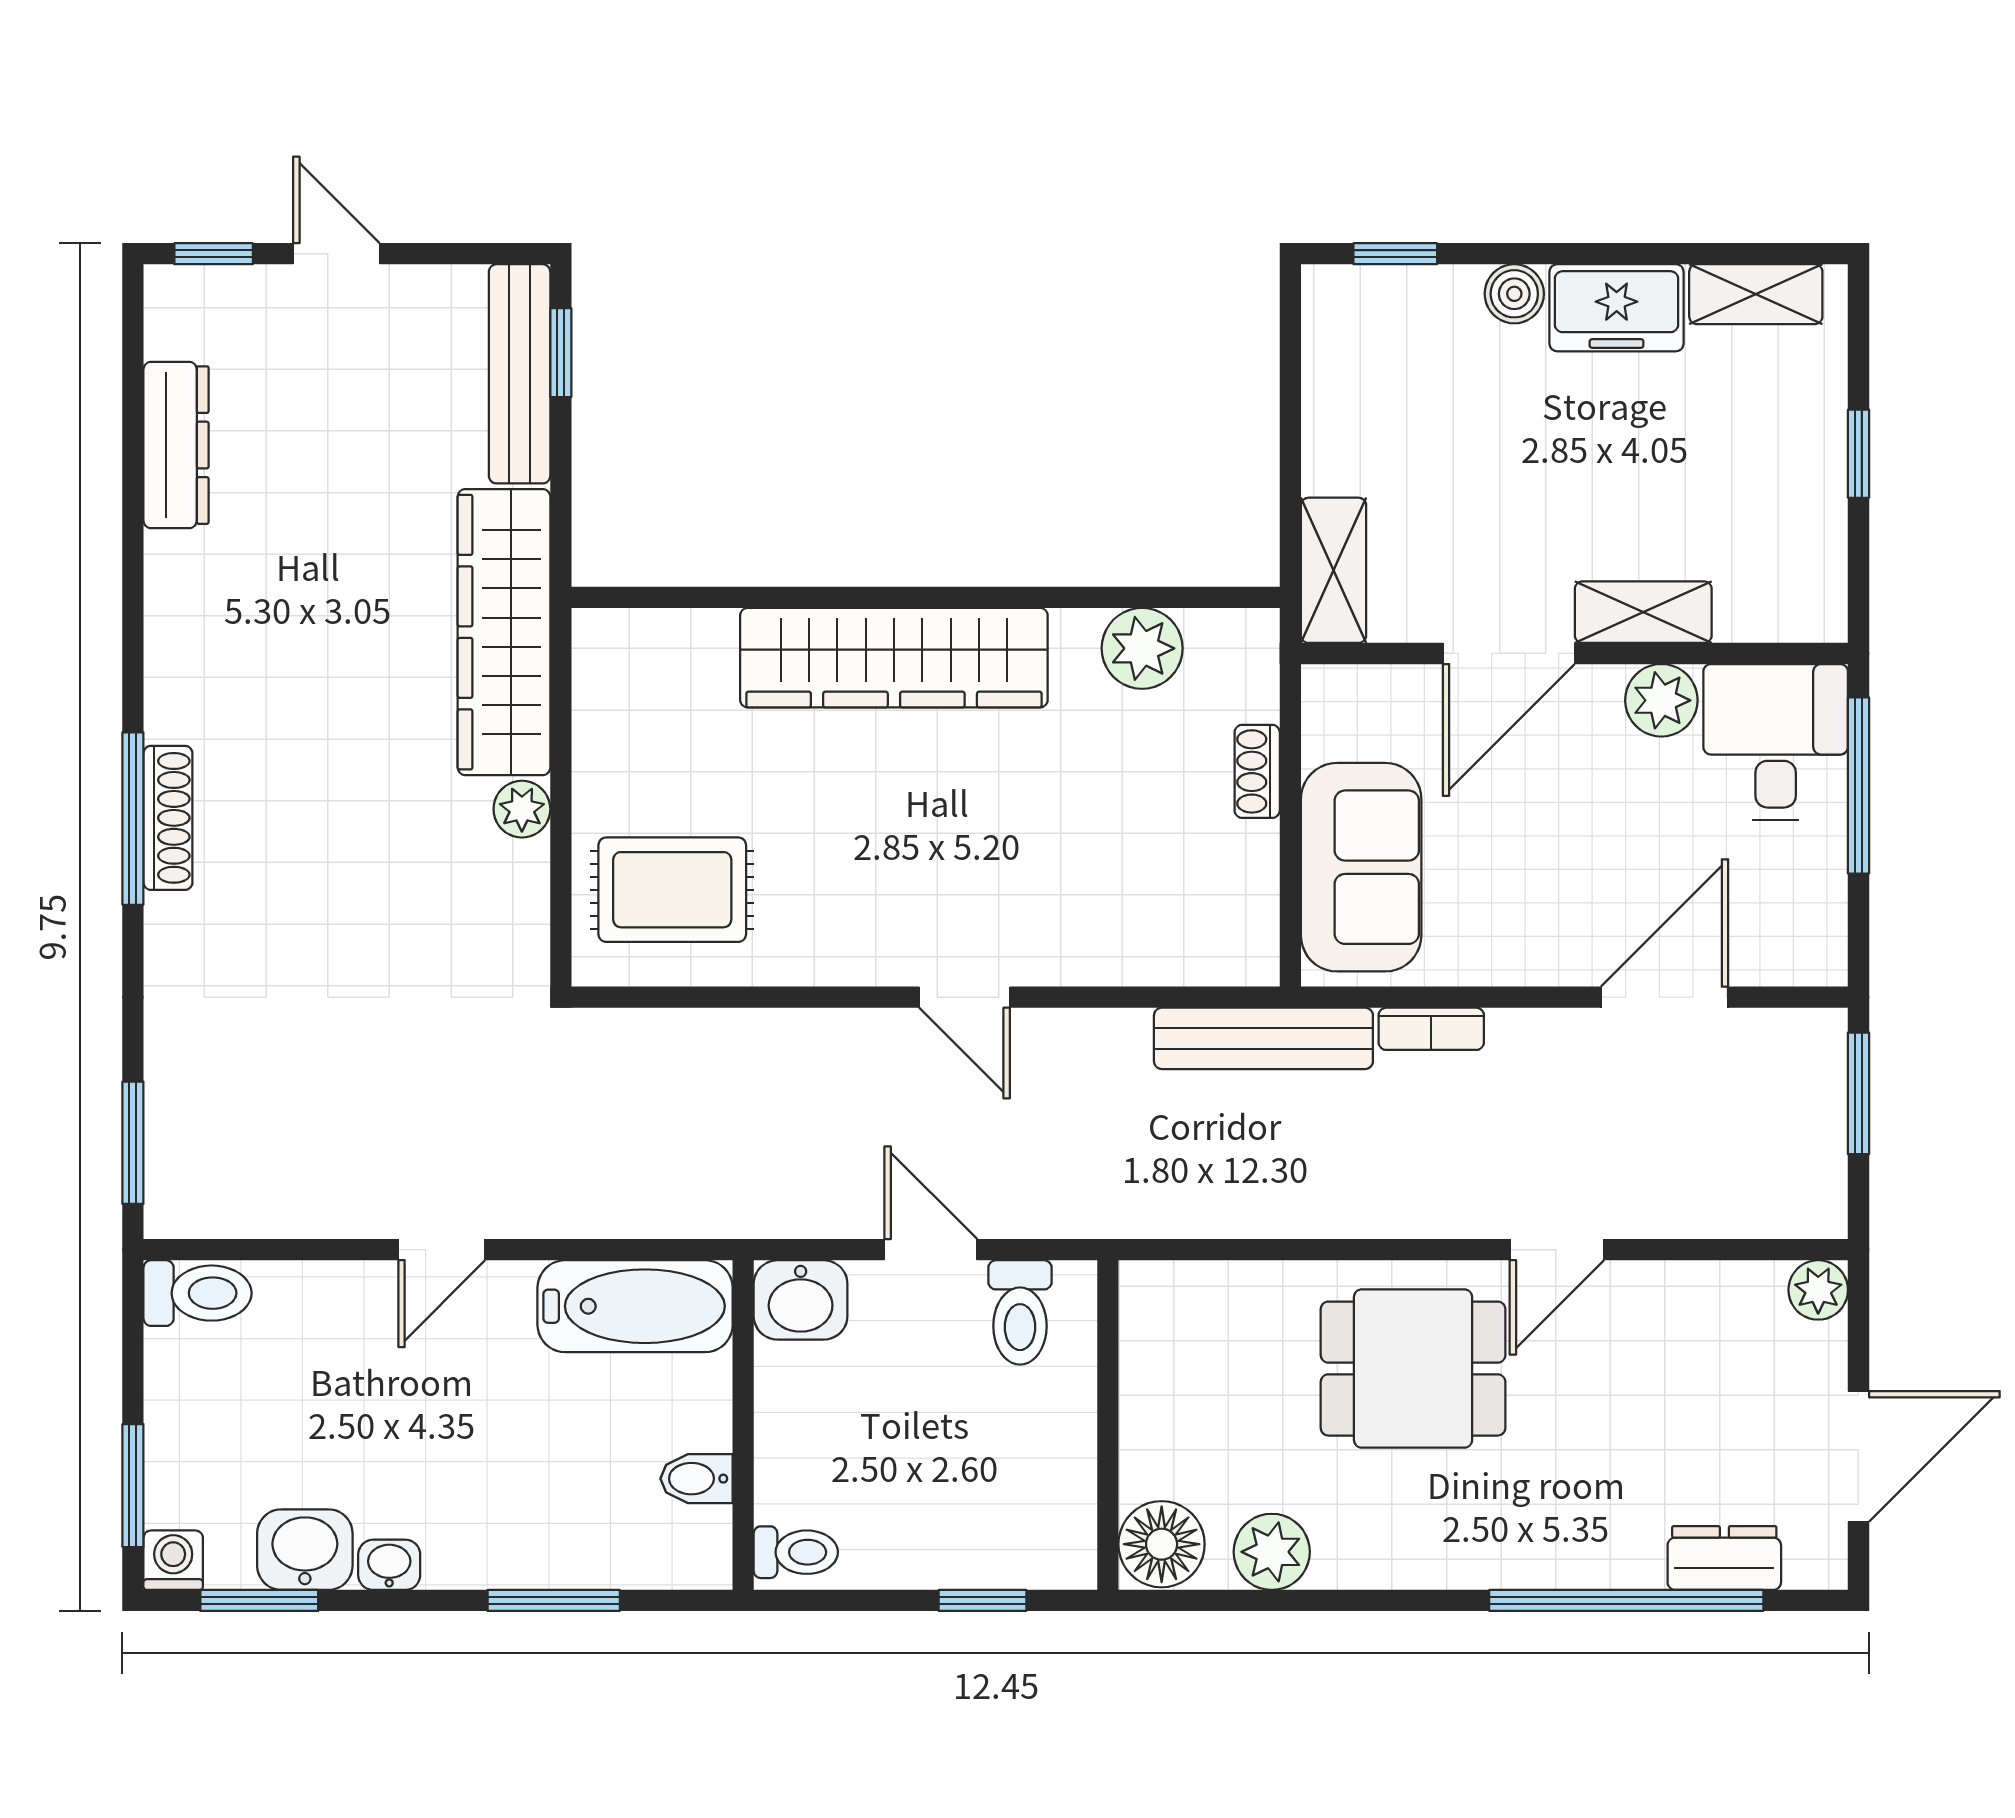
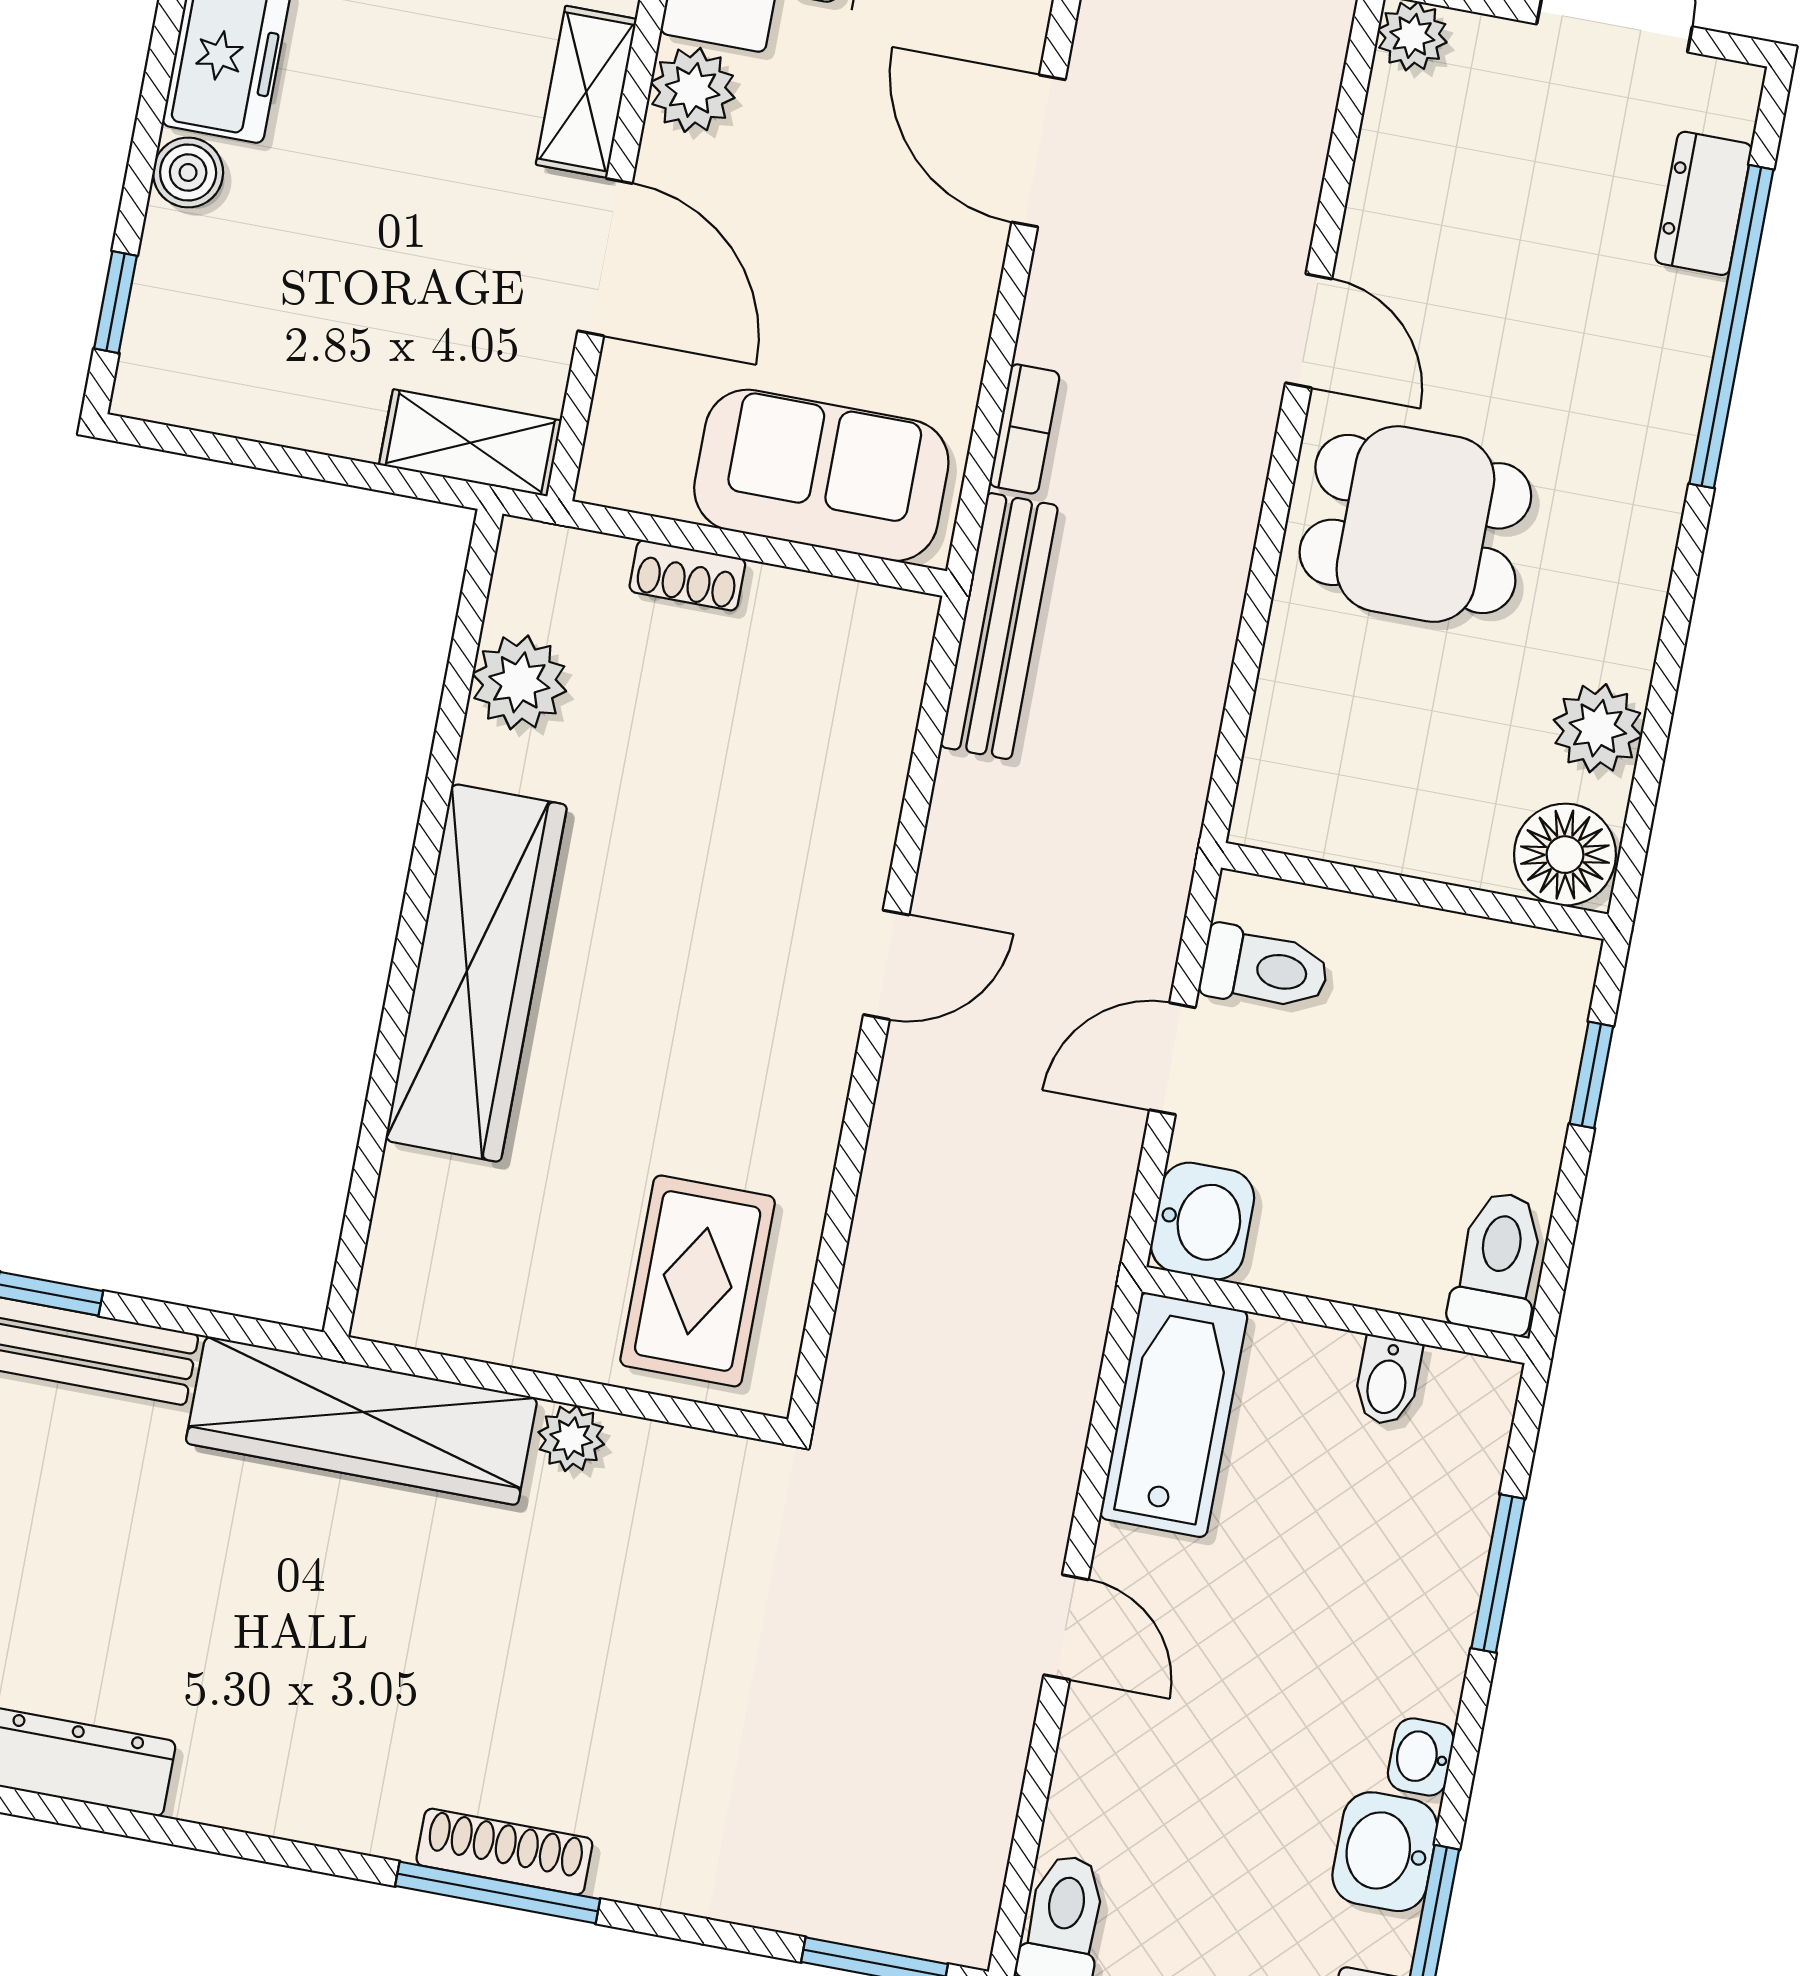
dining table: (1413, 1369) -> (1415, 524), turned 90
toilet: (796, 1552) -> (1498, 1263), width x1.37, depth x1.39

